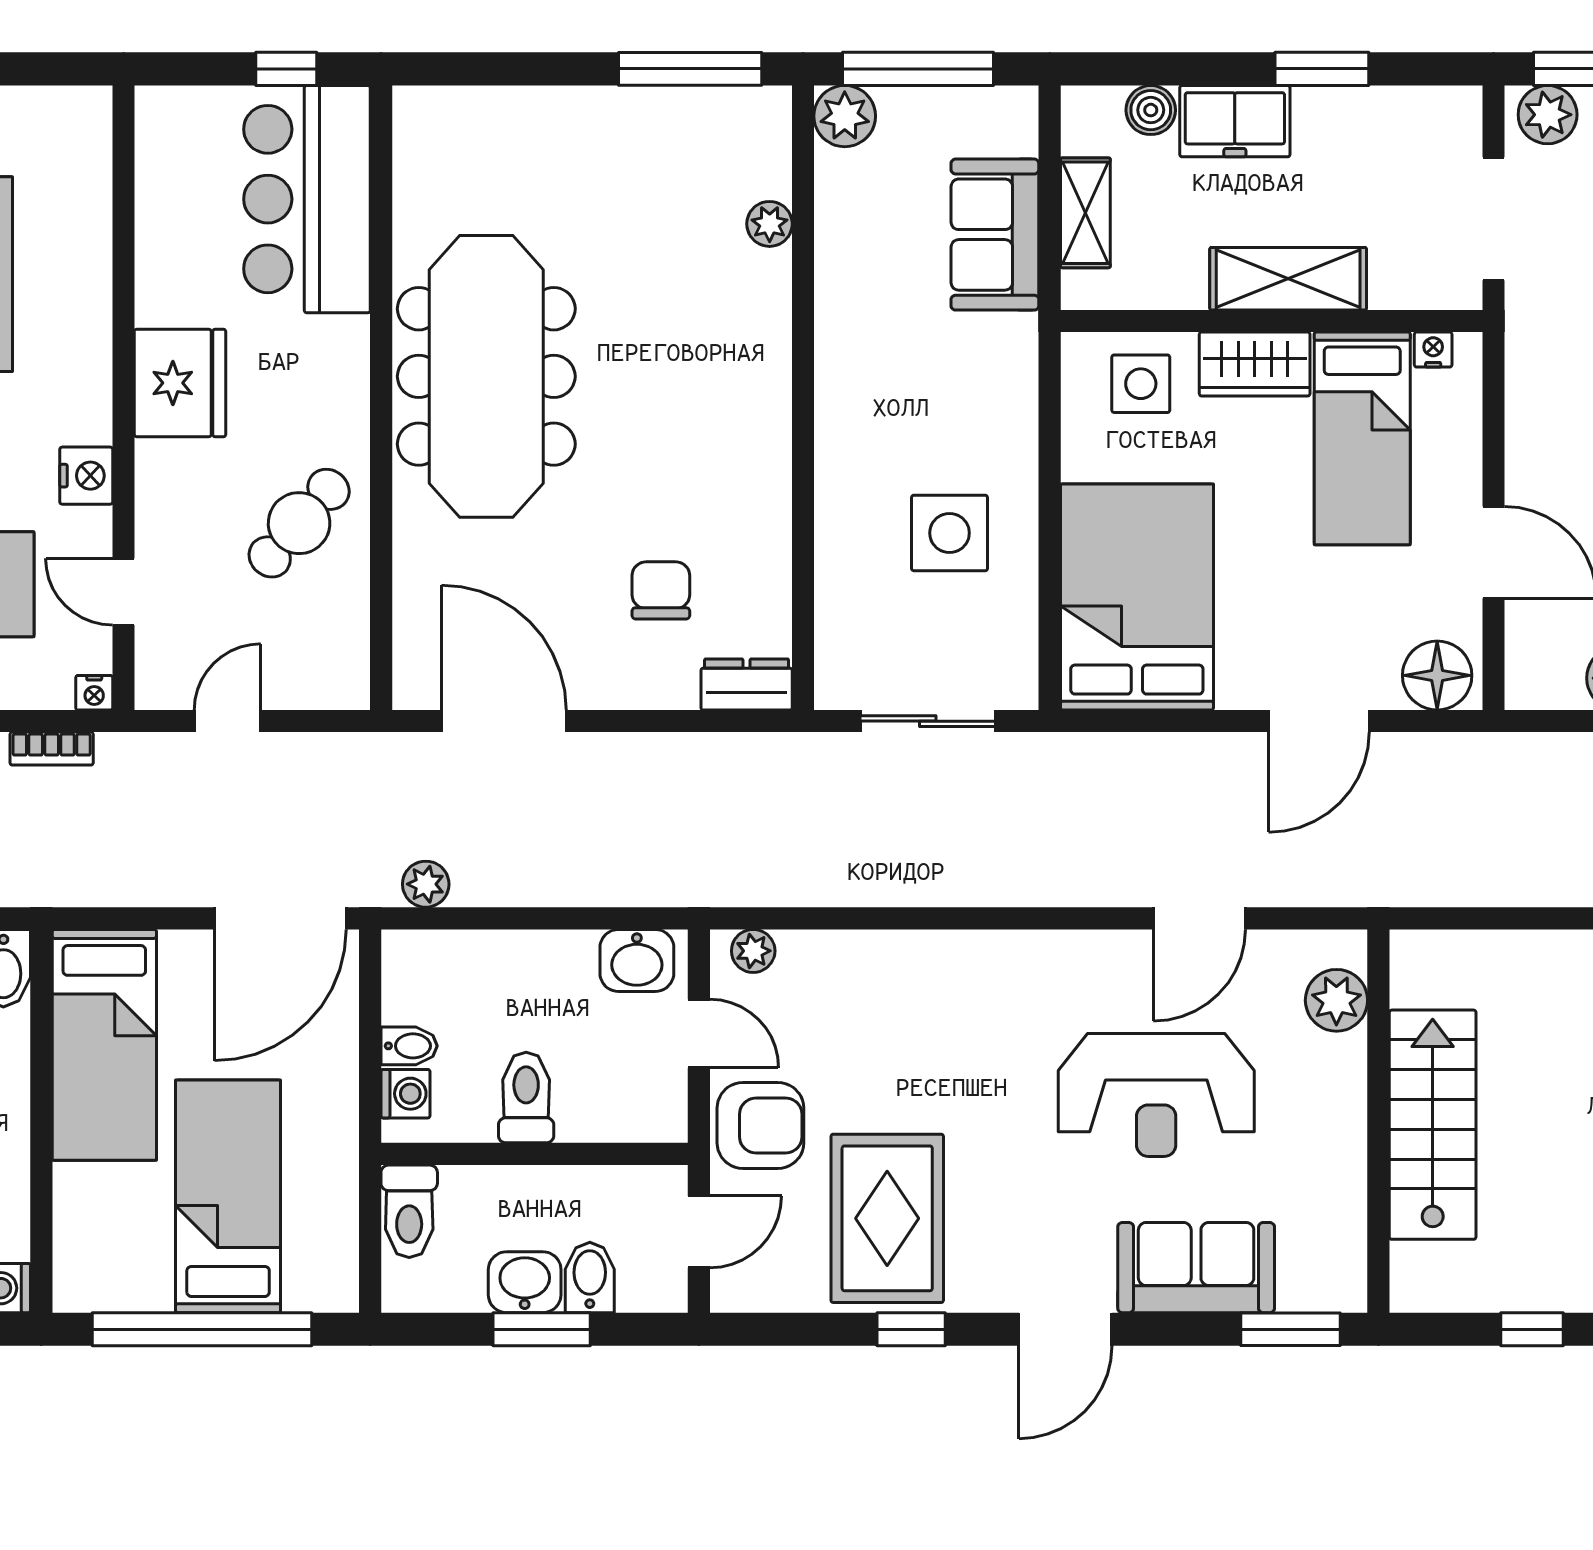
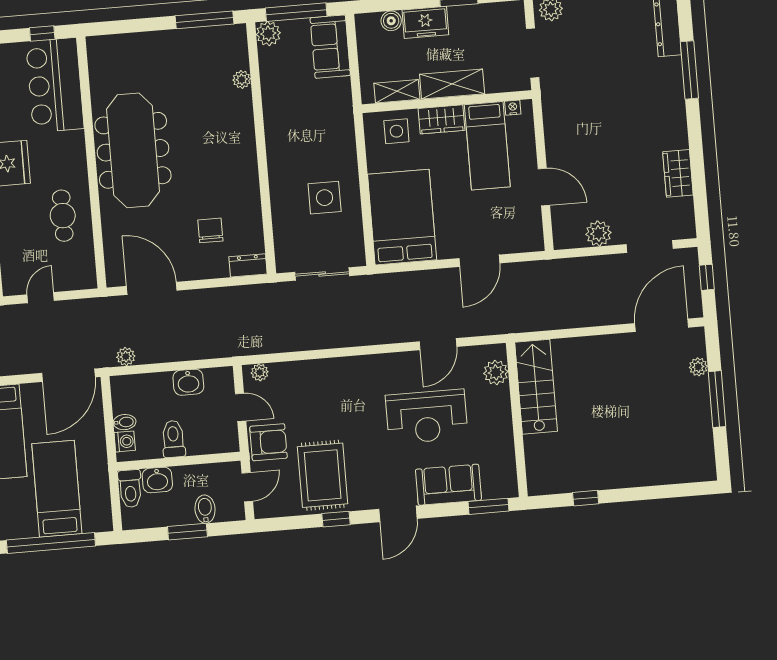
shelving: (1085, 213) -> (397, 91), moved, turned 90
sofa: (995, 235) -> (330, 47), moved
cafe table: (299, 523) -> (63, 216), turned -41
floor lamp: (1437, 675) -> (525, 238), removed
washbasin: (637, 960) -> (188, 382), moved
stairs: (1433, 1125) -> (536, 387), moved
washbasin: (525, 1282) -> (157, 480), moved, turned 180

